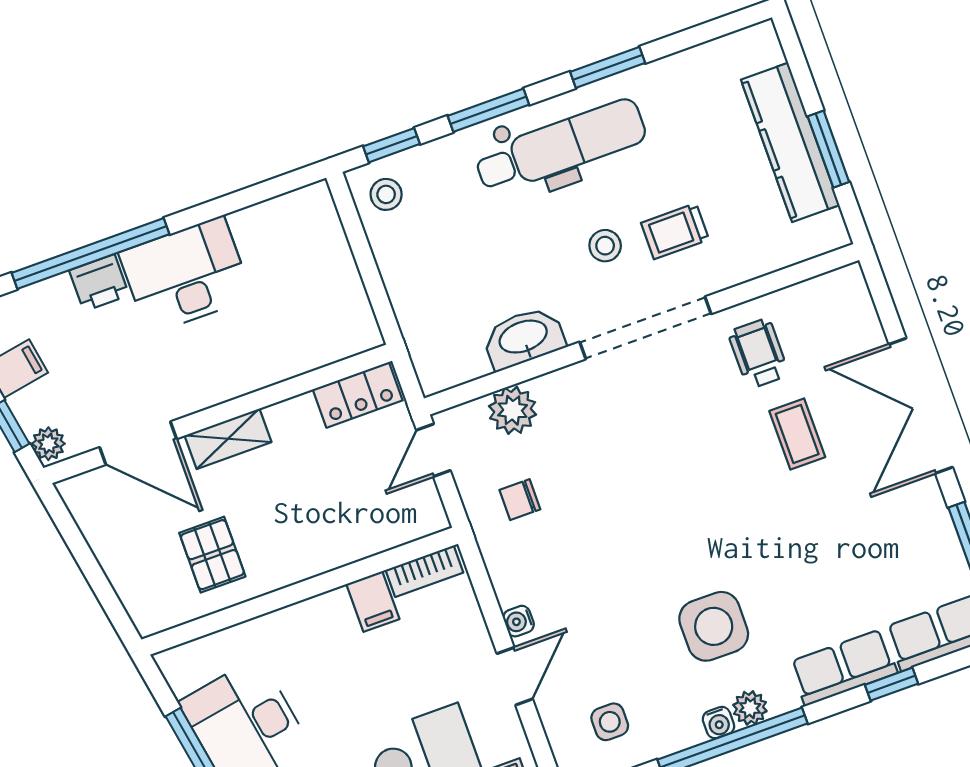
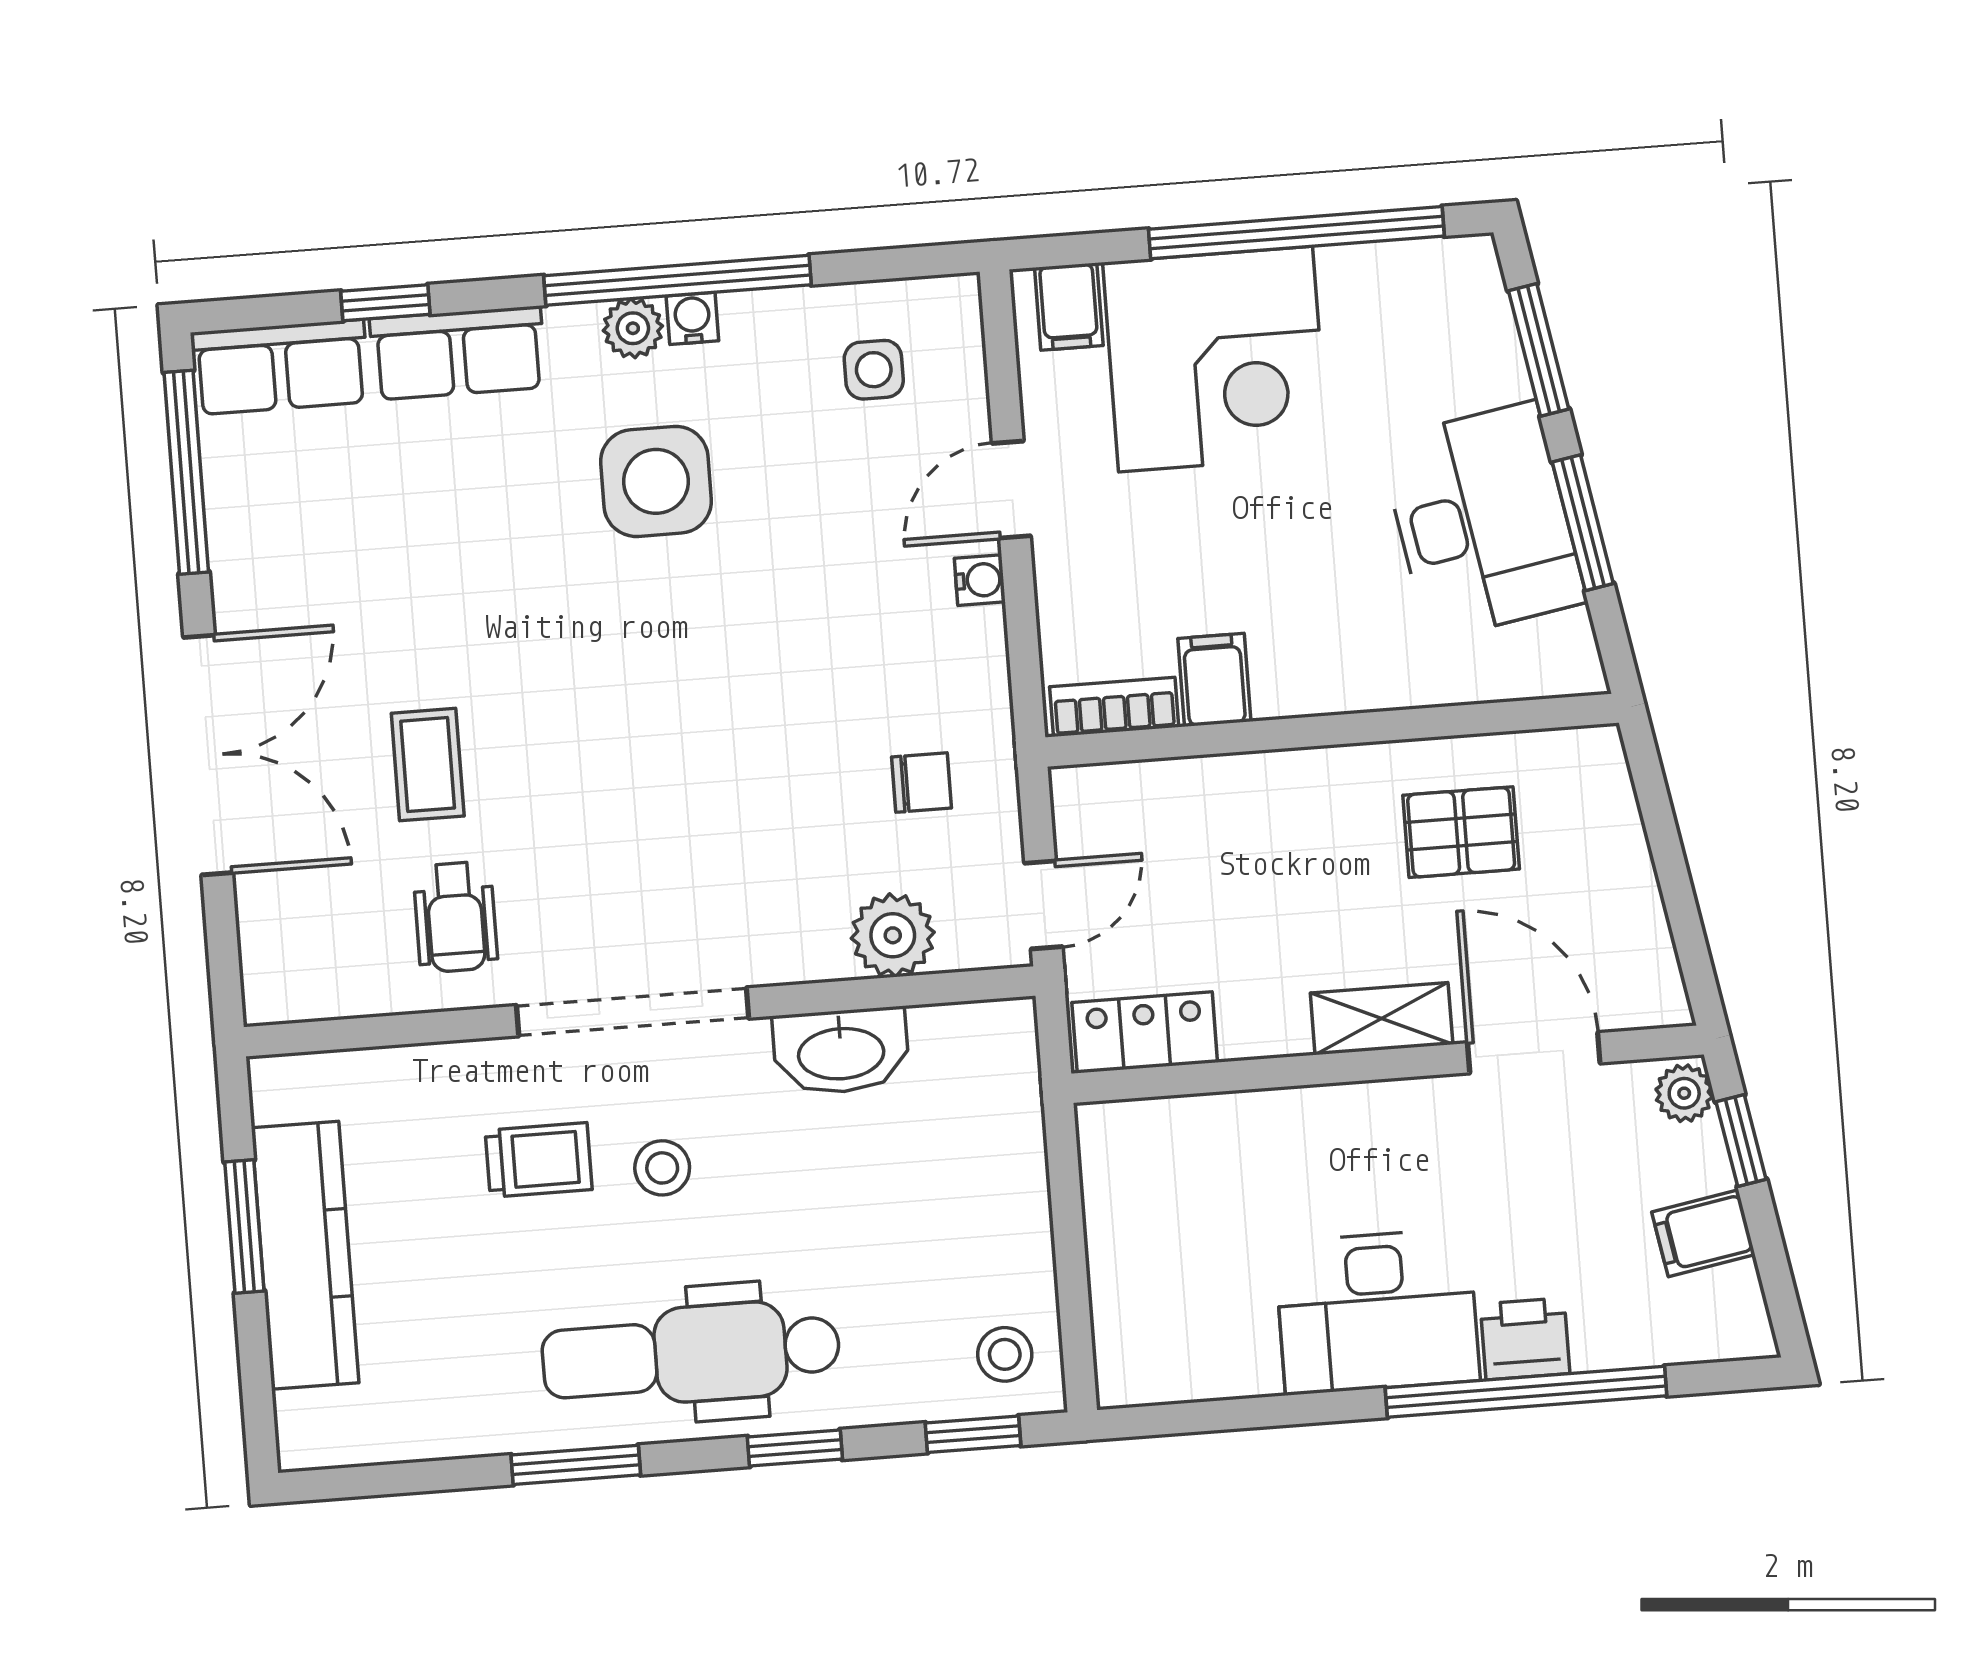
window: (488, 110) -> (795, 1448), width x0.67
pallet: (212, 555) -> (1461, 832), turned 90

